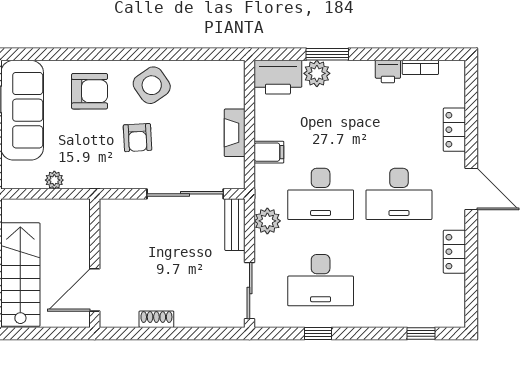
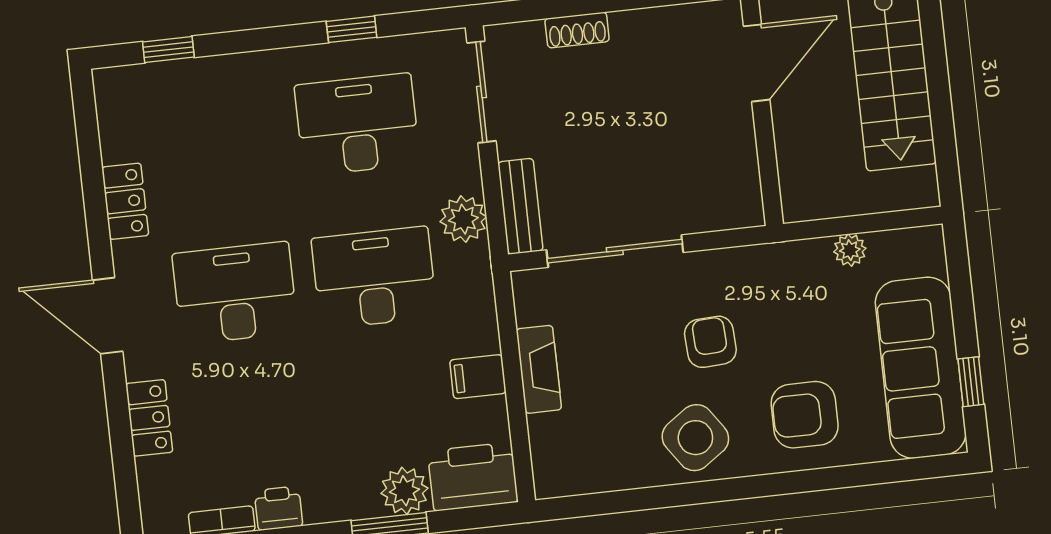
filing cabinet: (269, 152) -> (478, 377), moved
shoe rack: (156, 319) -> (577, 30), moved

